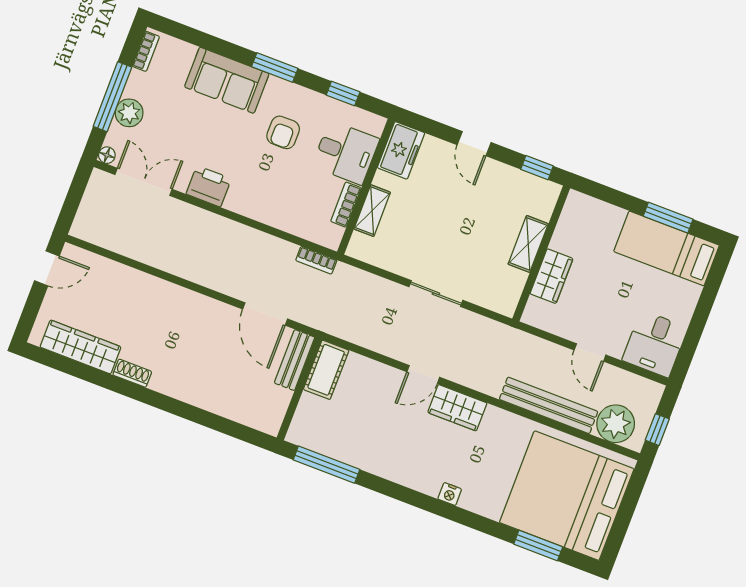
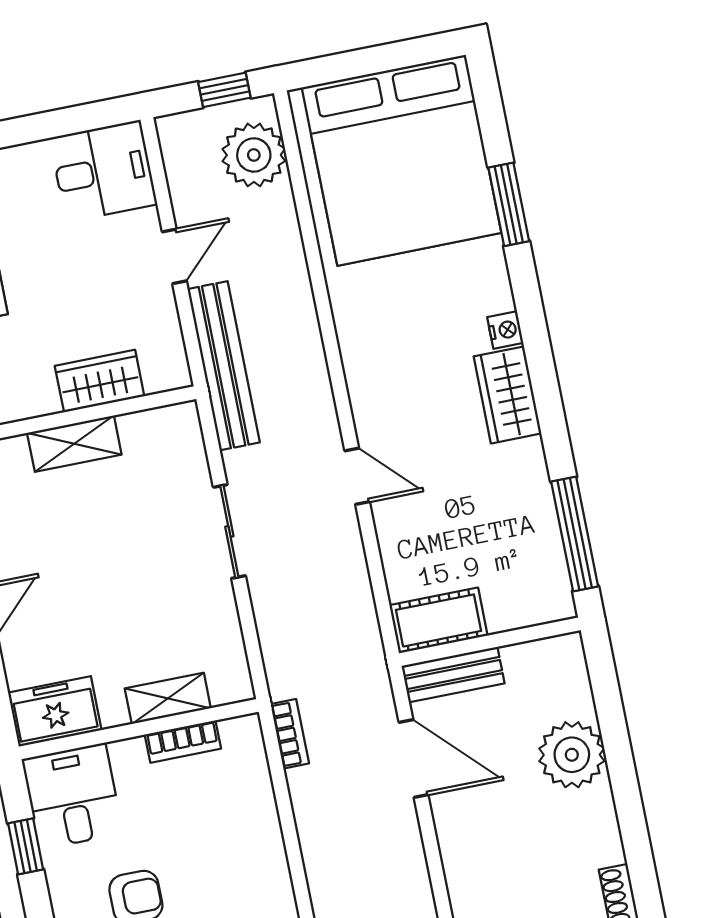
desk: (346, 153) -> (72, 796), moved
door: (265, 314) -> (414, 759), hinge flipped
plant: (217, 394) -> (572, 755), added
bench: (549, 405) -> (224, 366), moved
wardrobe: (457, 408) -> (508, 395), moved, turned 180
window: (538, 545) -> (509, 204), moved

